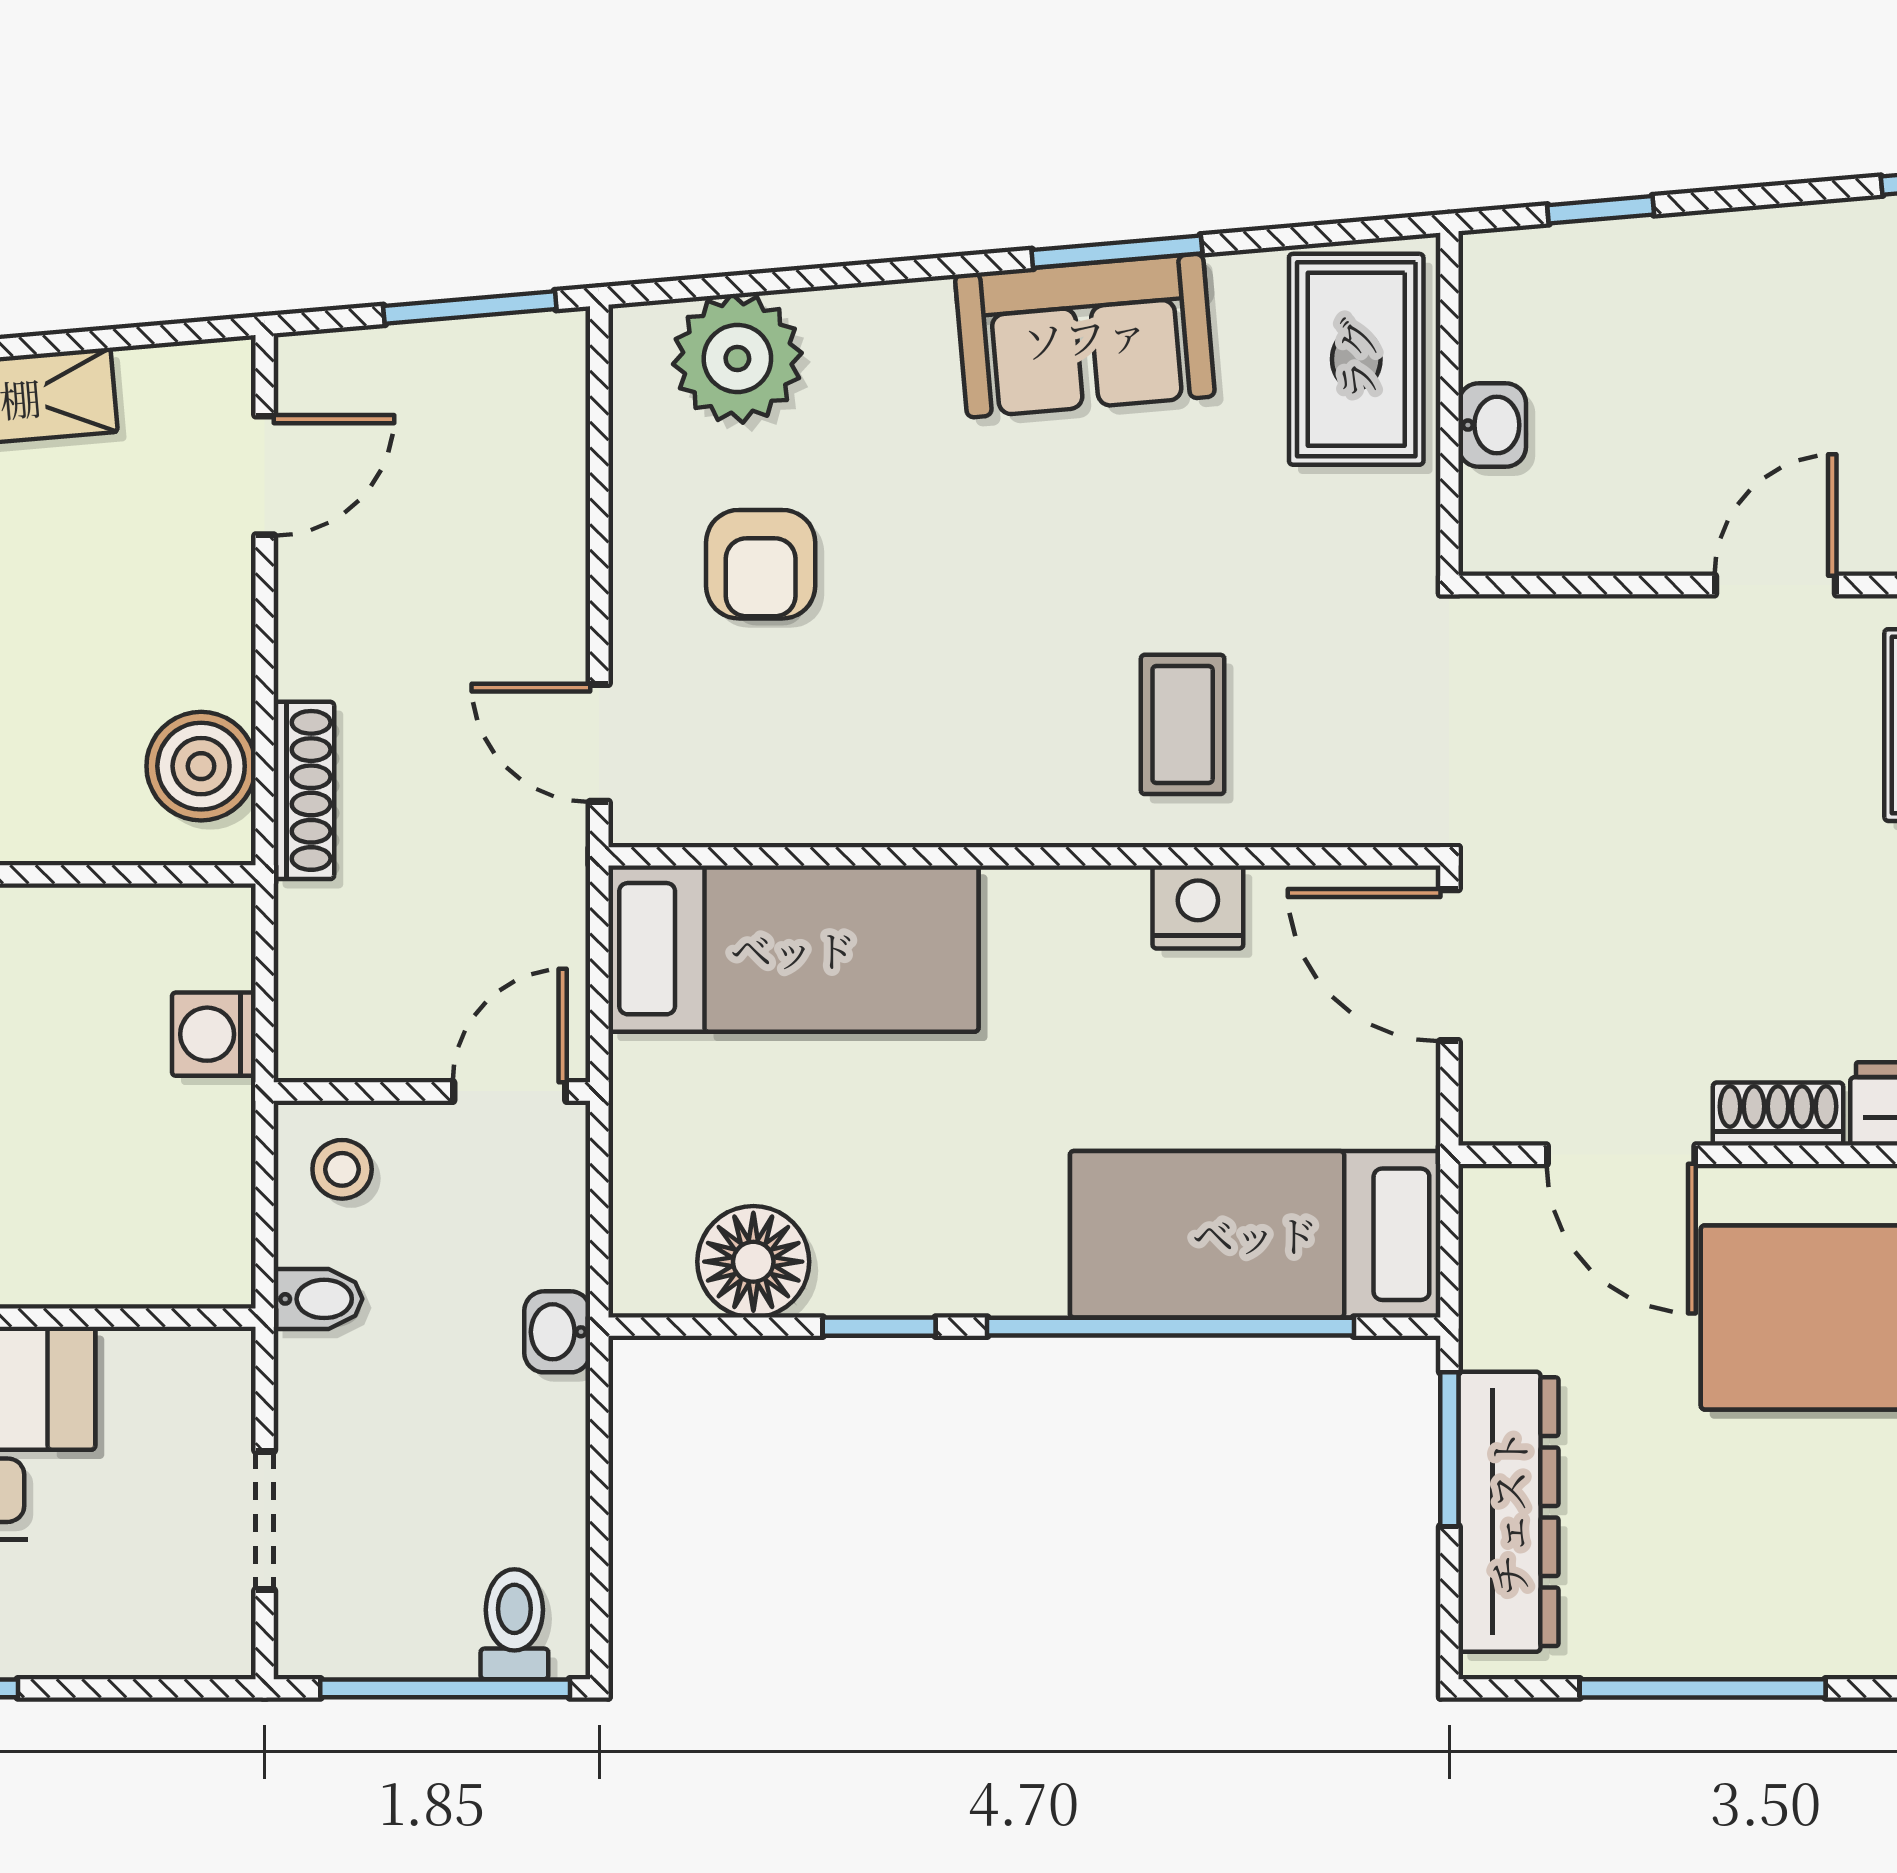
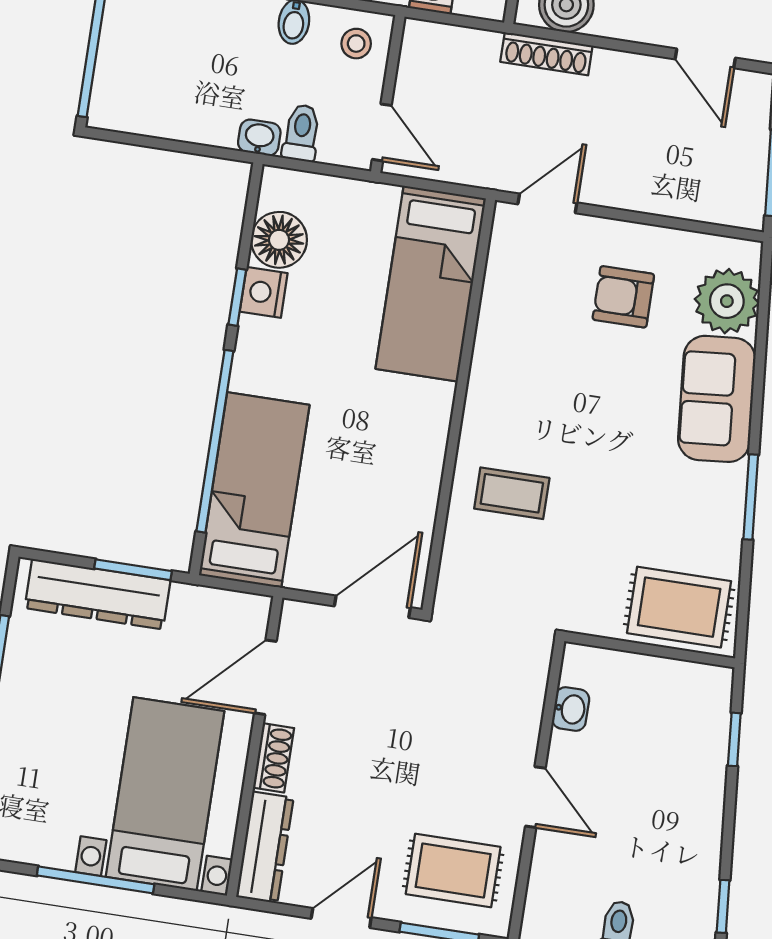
sofa: (1085, 336) -> (717, 399), moved
washbasin: (1492, 425) -> (571, 709), moved, turned -90
nightstand: (1198, 907) -> (264, 292), moved, turned 180
toilet: (514, 1624) -> (301, 133), moved, turned -90

